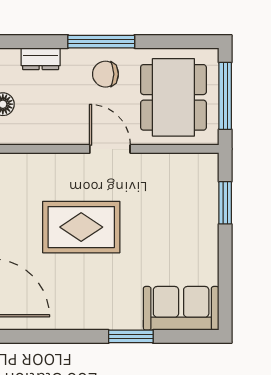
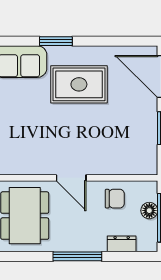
chair: (105, 74) -> (115, 199), moved
rug: (81, 227) -> (79, 84), moved

